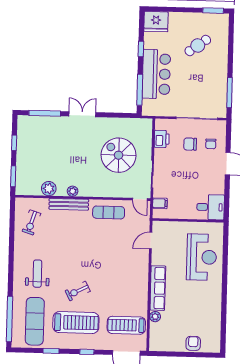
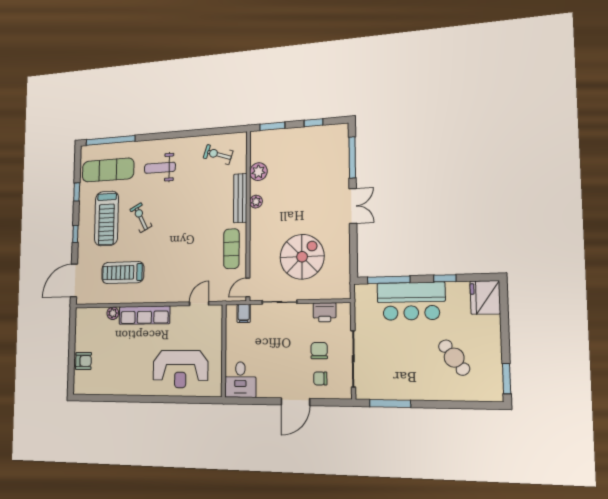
door: (151, 241) -> (199, 304), hinge flipped
weight bench: (37, 274) -> (160, 168), turned 180
treadmill: (126, 325) -> (123, 272), moved, turned -90

